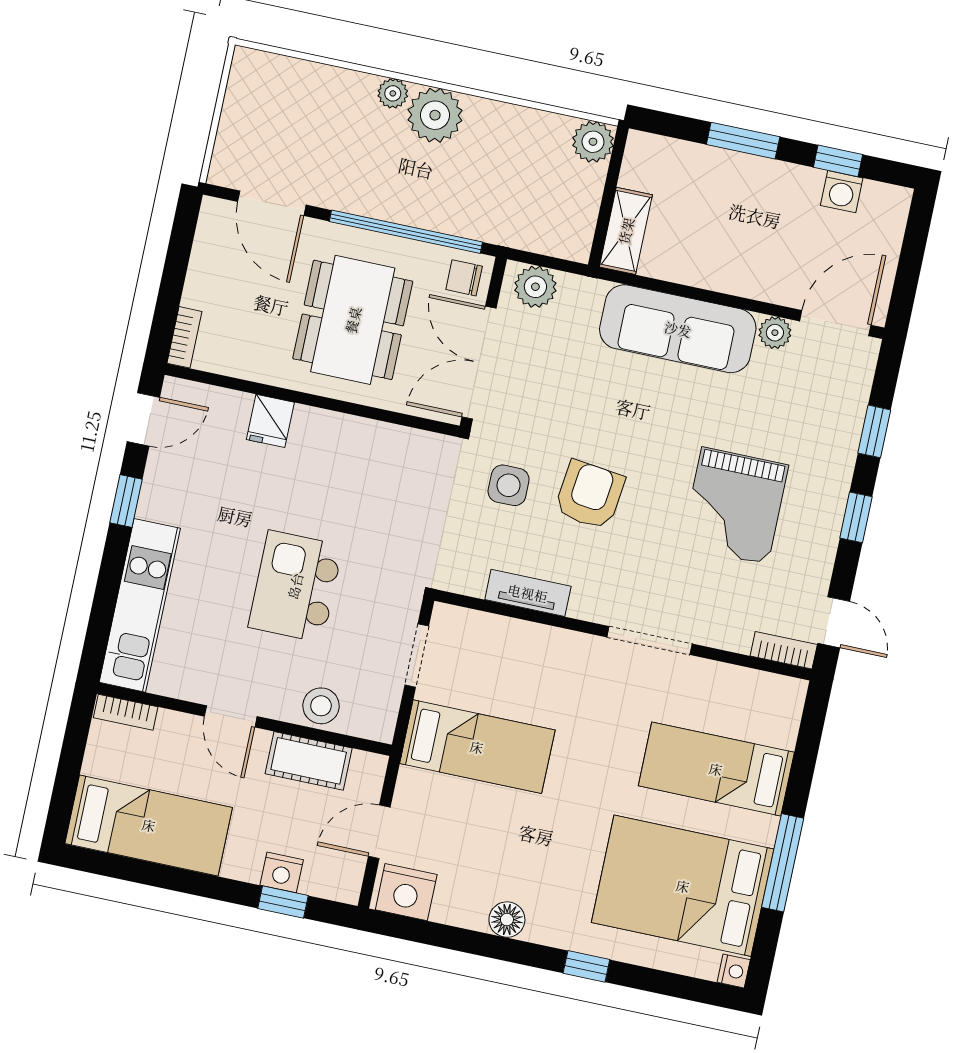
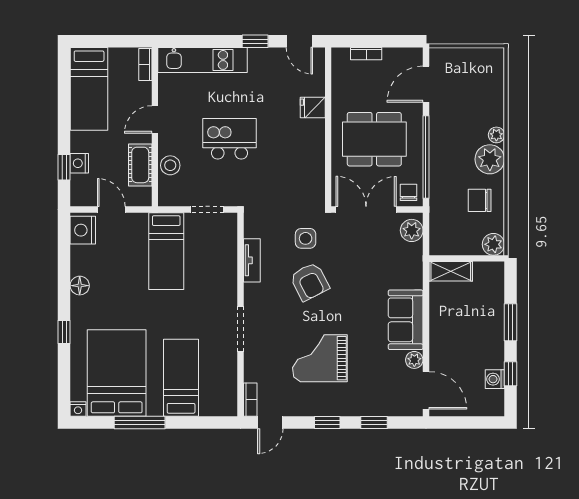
chair: (506, 150) -> (480, 200), added
sofa: (678, 329) -> (406, 320), width x0.73
bookcase: (184, 337) -> (366, 54), moved
armchair: (590, 495) -> (310, 282), turned 56

